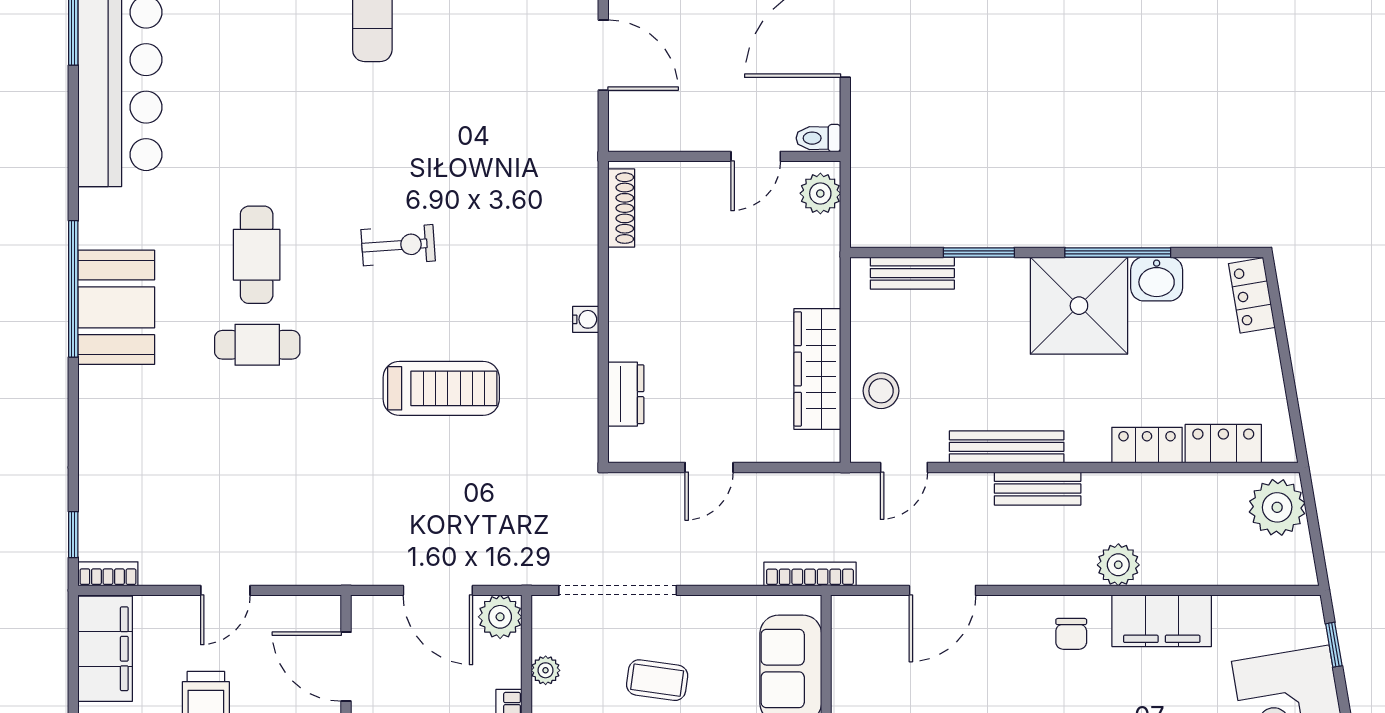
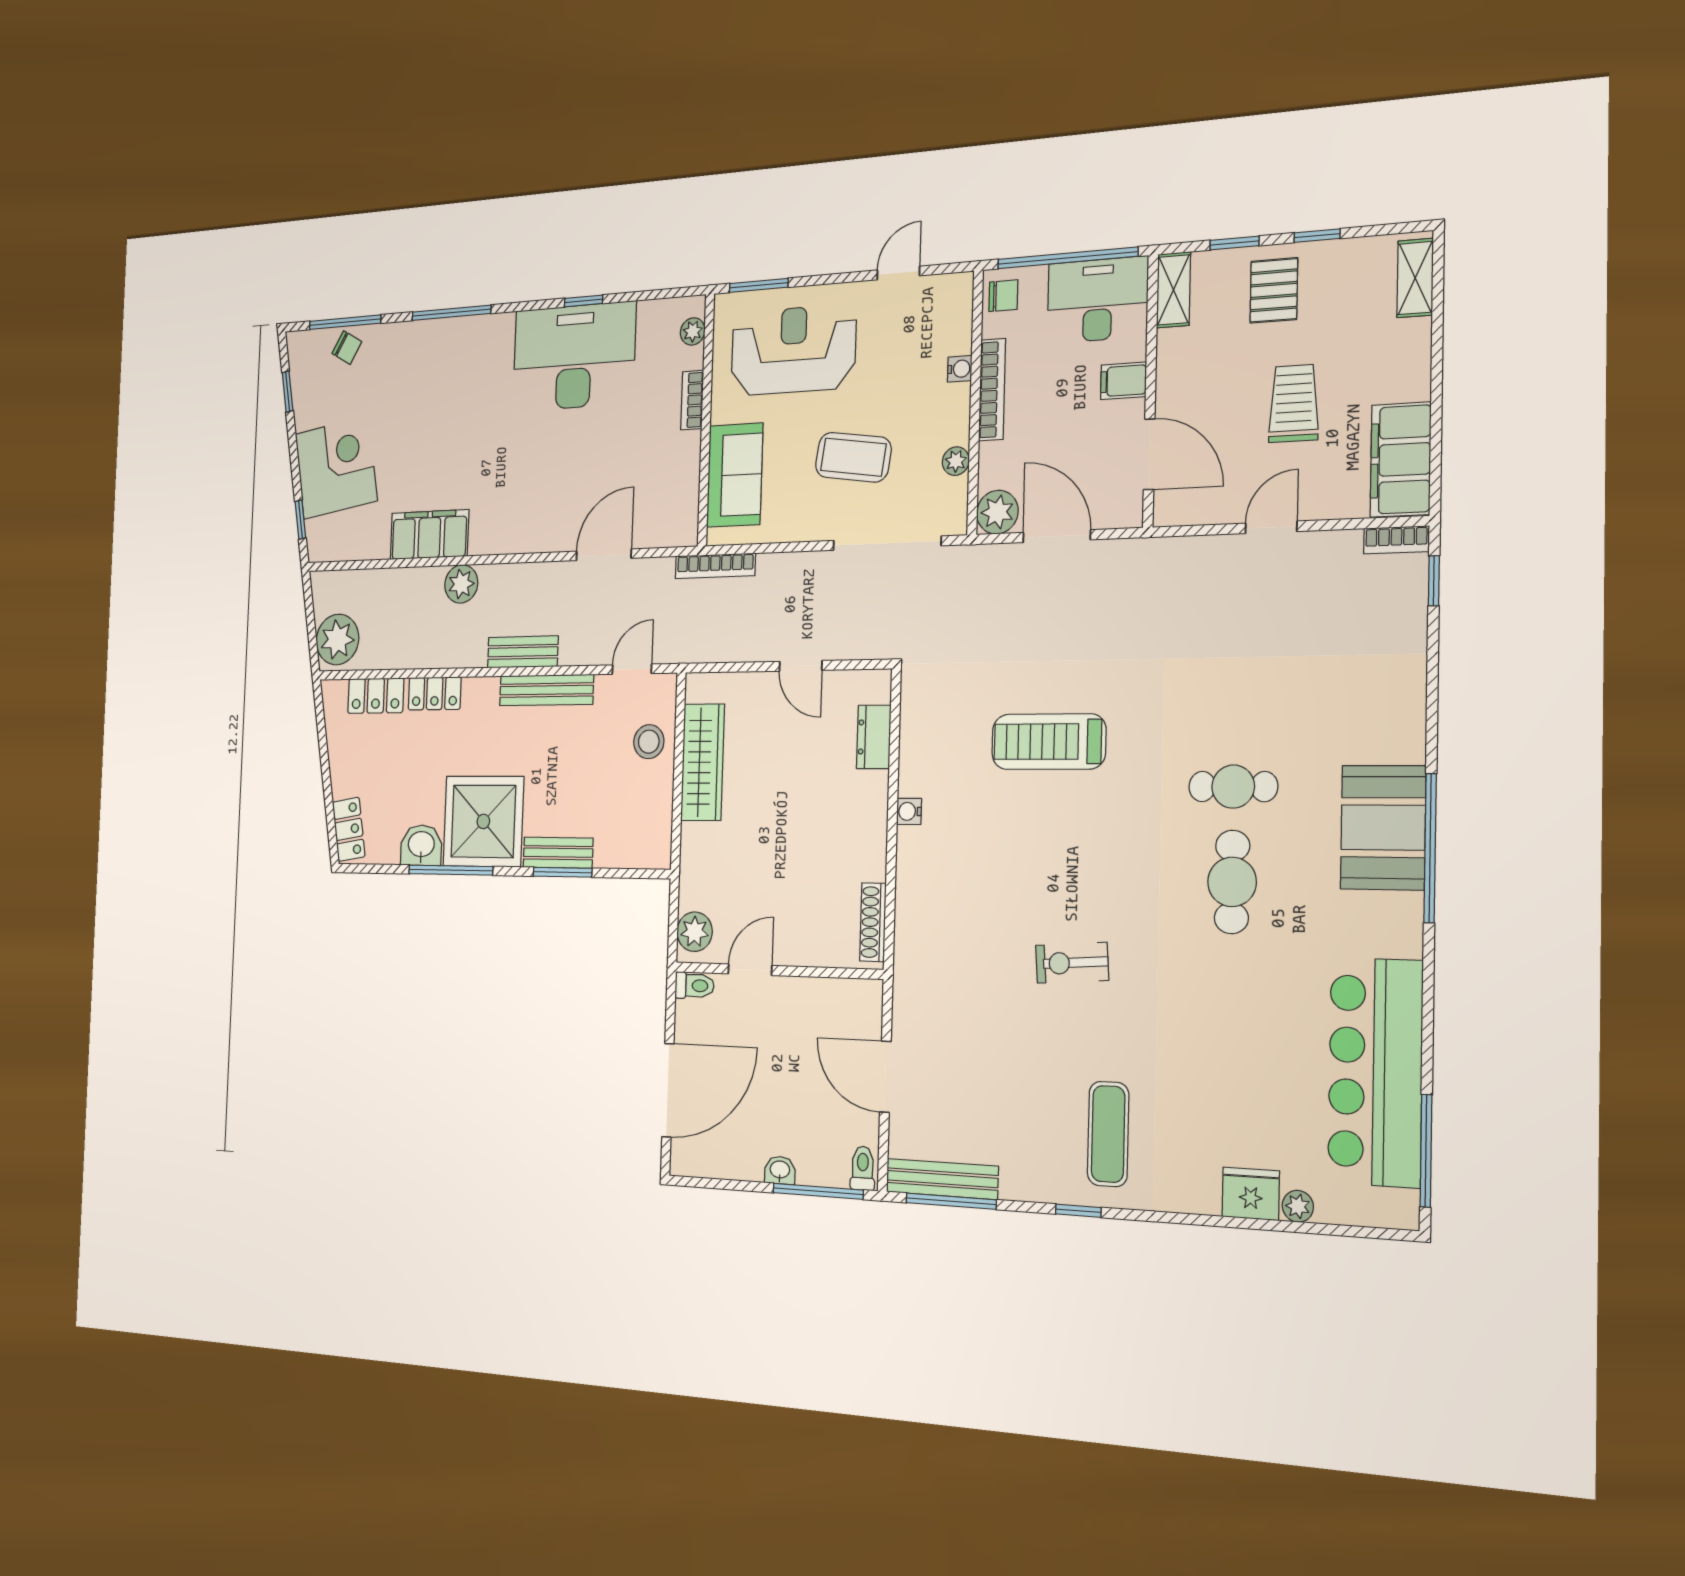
exercise bike: (398, 245) -> (1072, 963), moved
bench: (912, 273) -> (558, 853), moved
door: (709, 467) -> (801, 666), swing flipped
chair: (1071, 634) -> (501, 519), removed
coffee table: (657, 680) -> (853, 457), width x1.36, depth x1.30

